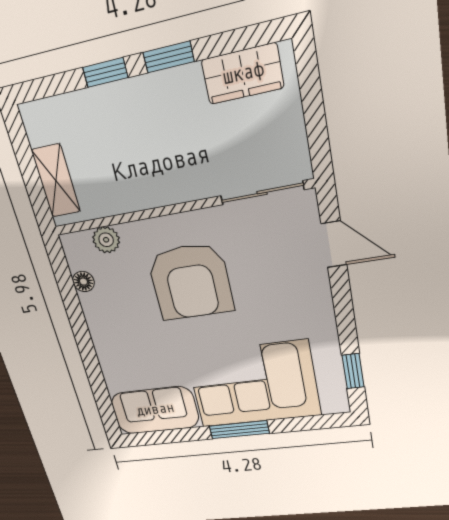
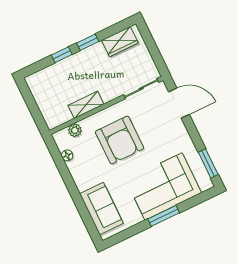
shelving: (56, 181) -> (86, 105), moved, turned 90
door: (334, 244) -> (179, 103), width x1.38
window: (353, 371) -> (208, 163), width x1.50
sofa: (155, 410) -> (101, 209), moved, turned 90

